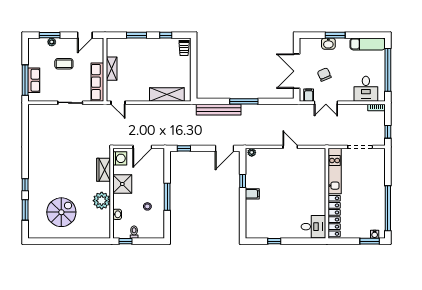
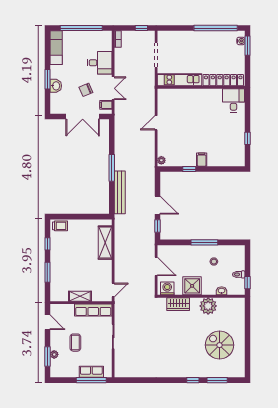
desk: (366, 89) -> (100, 63), moved
door: (224, 148) -> (157, 205), moved

